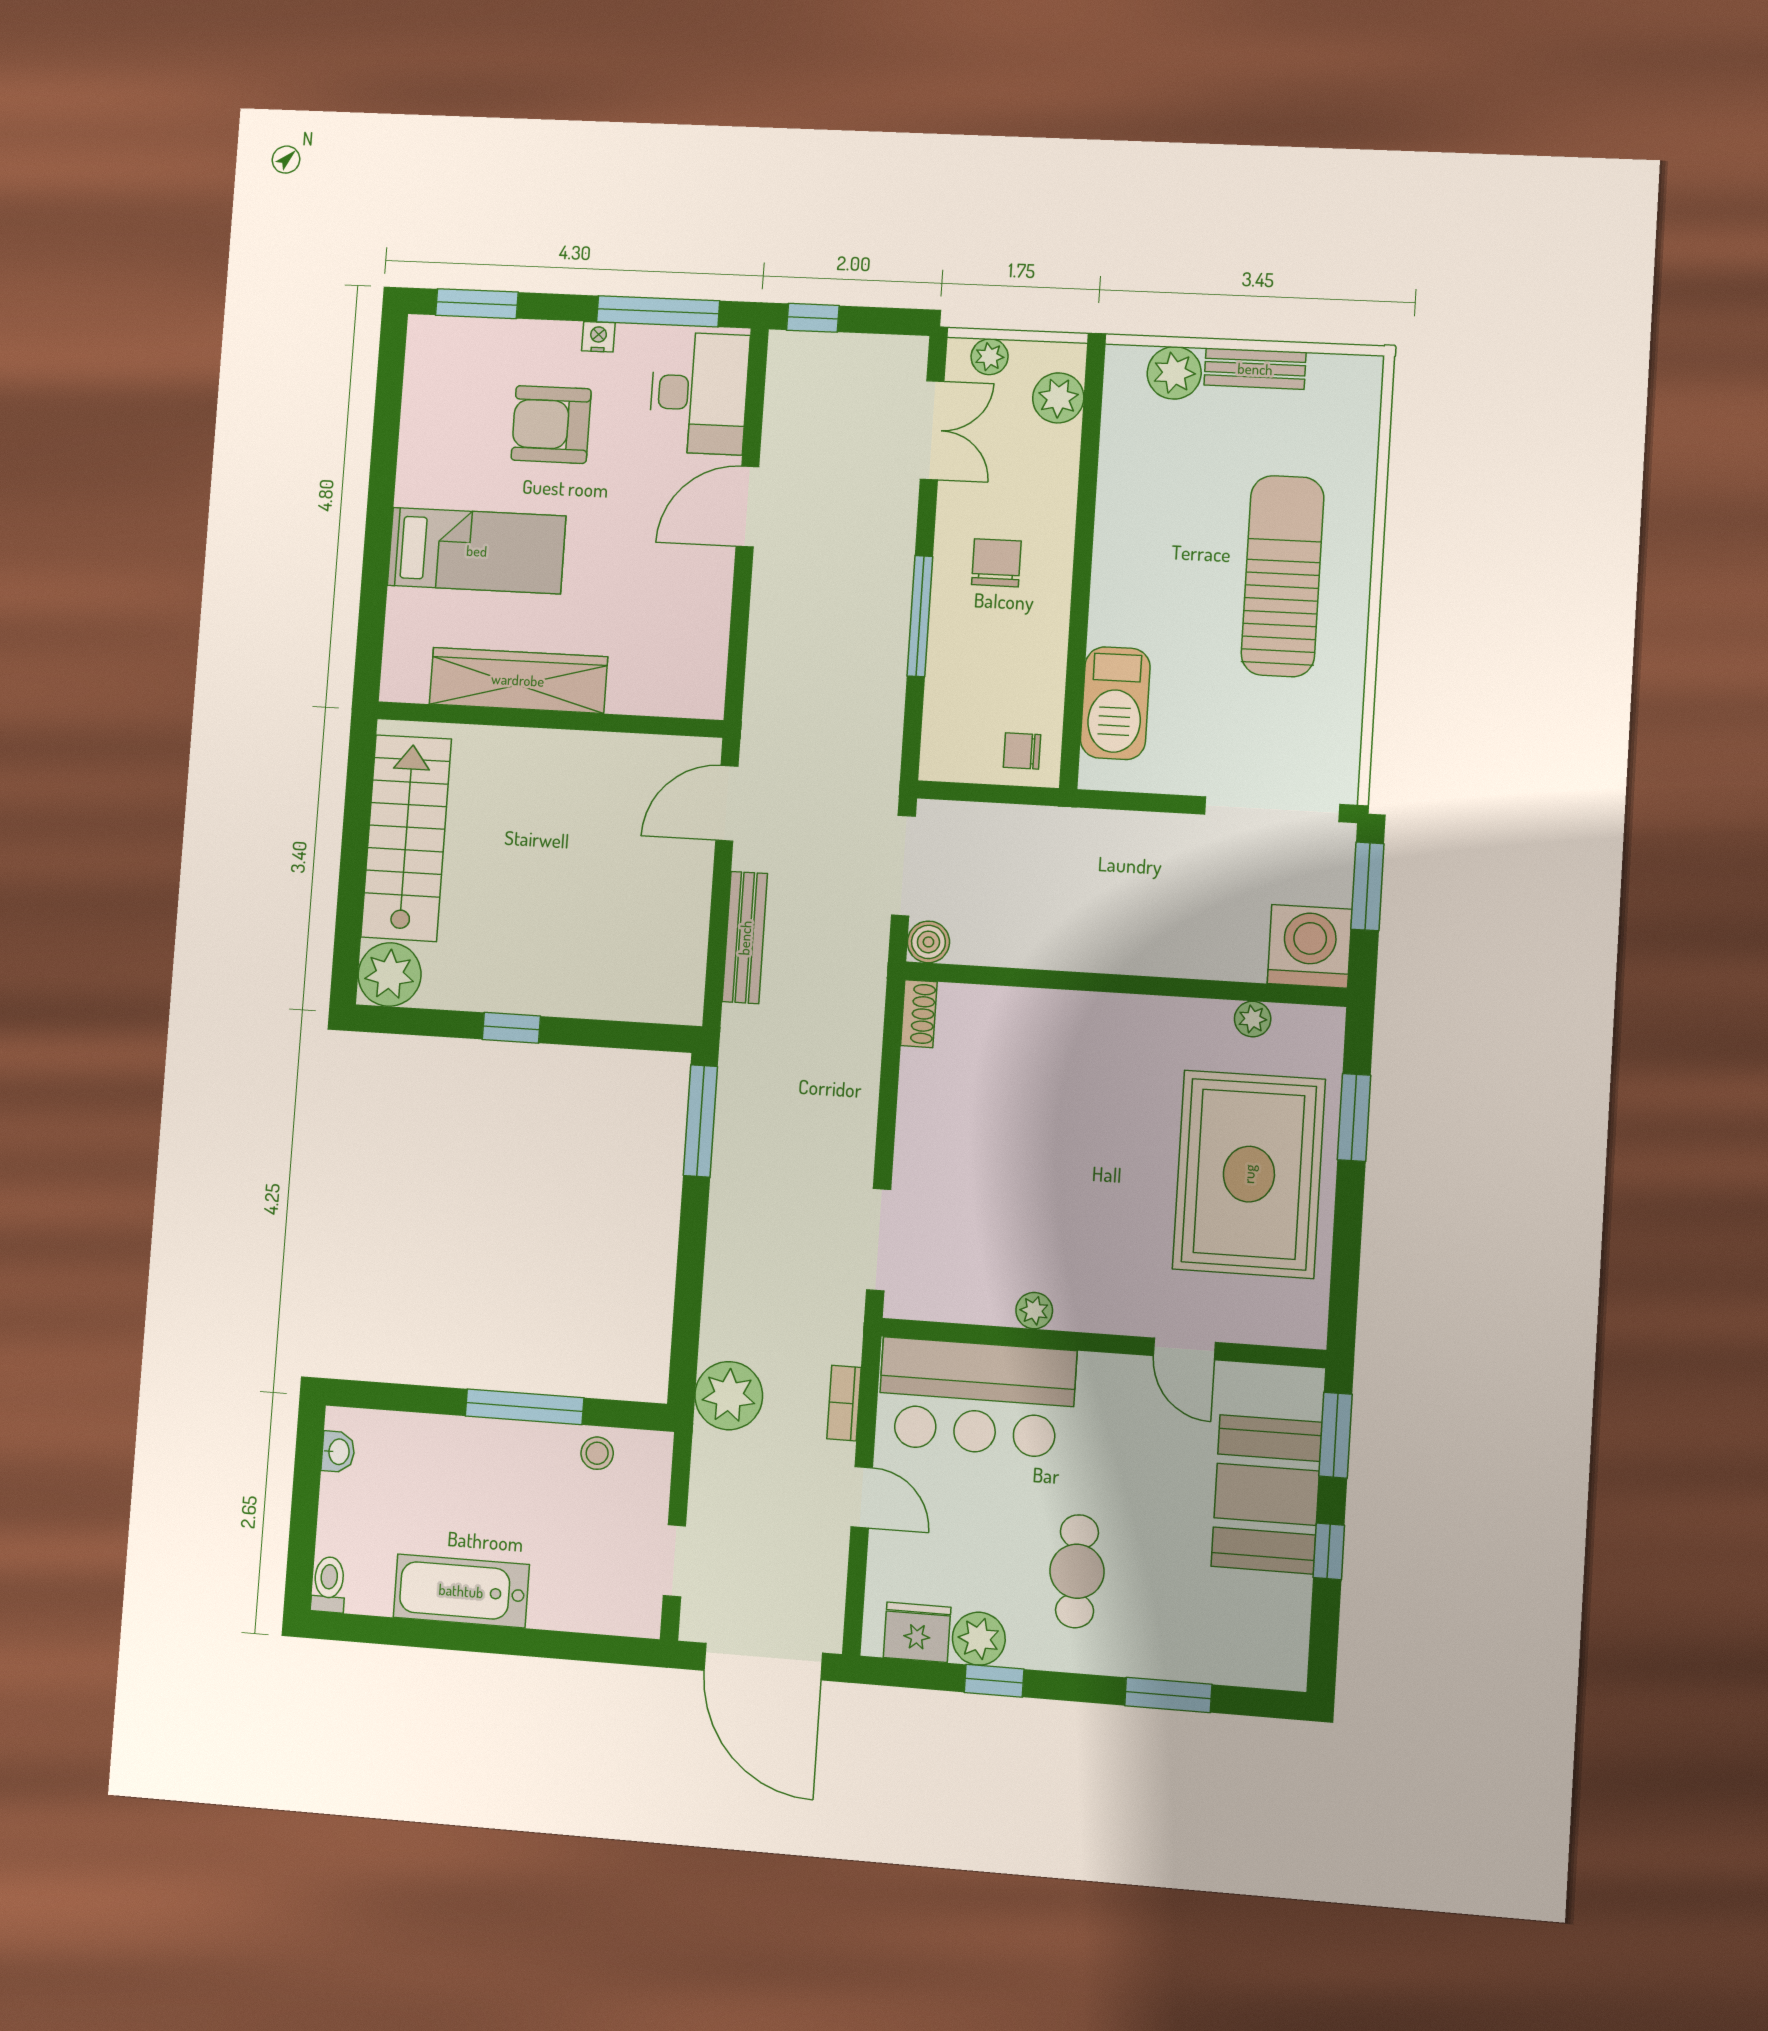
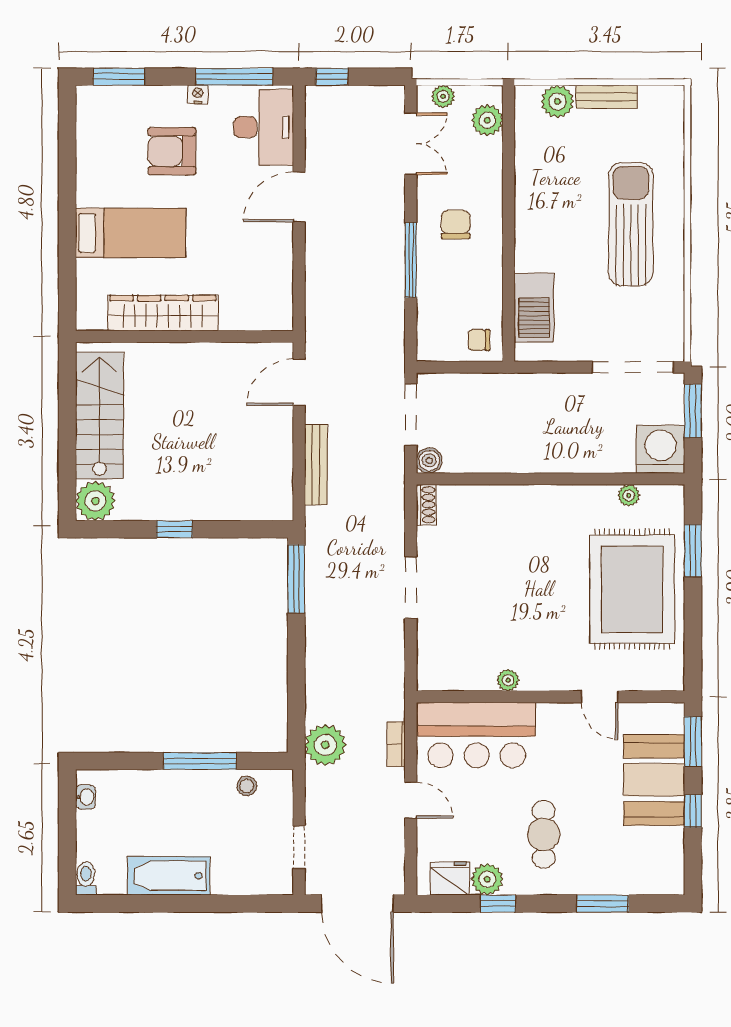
doorway: (879, 1240) -> (411, 588), moved

